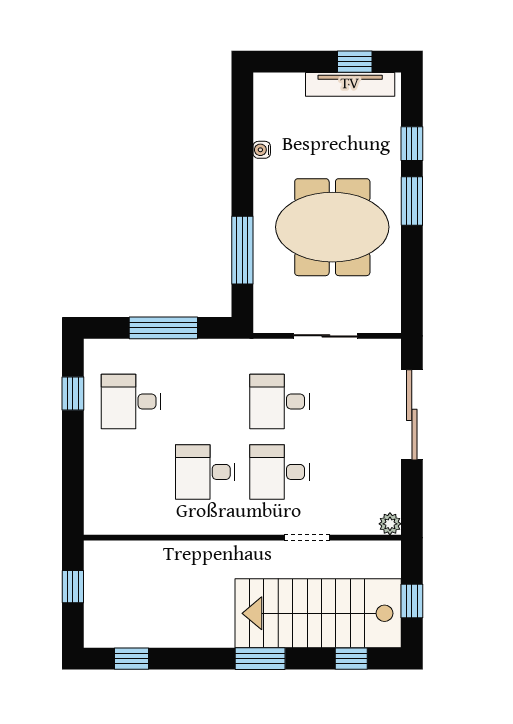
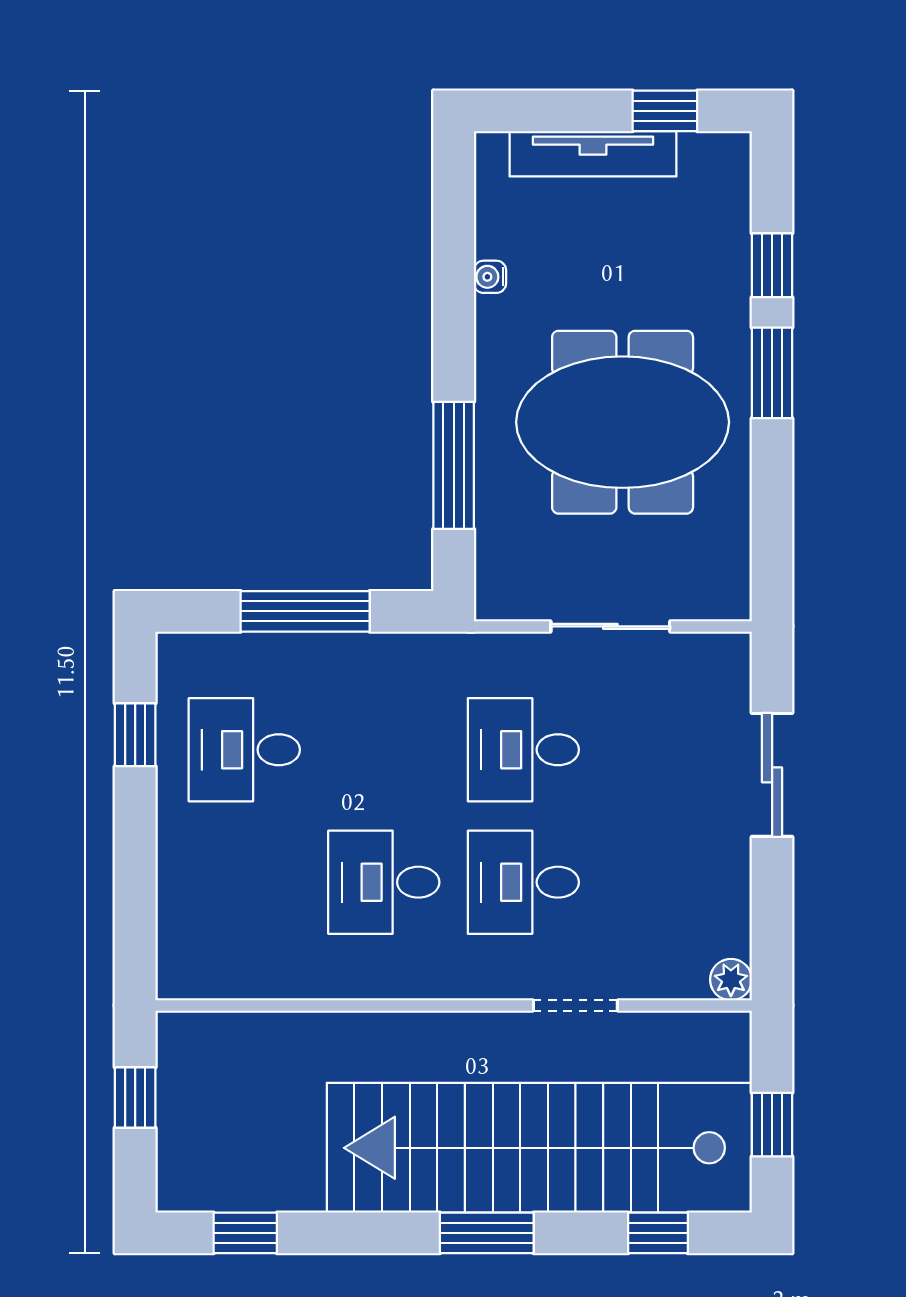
tv unit: (350, 84) -> (593, 154), moved
sliding door: (412, 415) -> (772, 775), width x0.73
stairs: (318, 613) -> (539, 1148), width x1.36

